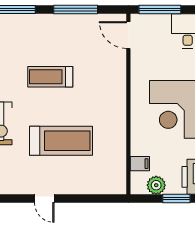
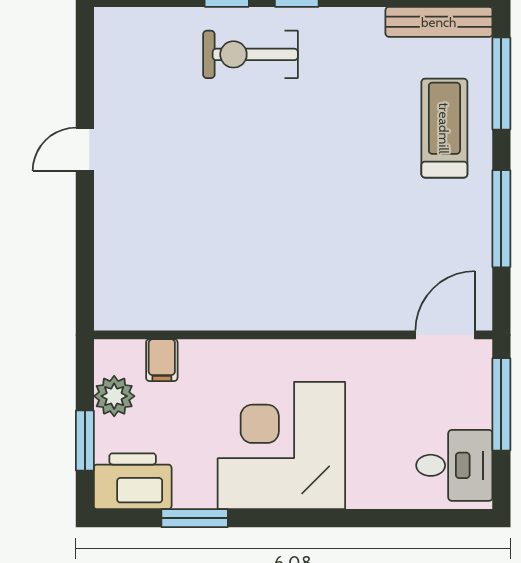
treadmill: (50, 77) -> (444, 128), moved
treadmill: (61, 141) -> (212, 186), removed

